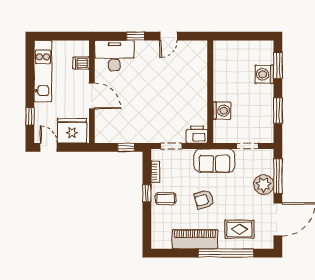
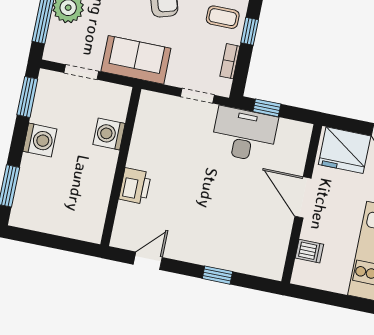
door: (169, 36) -> (148, 261), moved
desk: (114, 56) -> (244, 134), moved, turned 180
washing machine: (264, 74) -> (40, 140), moved
window: (278, 111) -> (27, 97), moved
printer: (197, 135) -> (135, 186), moved, turned -90

